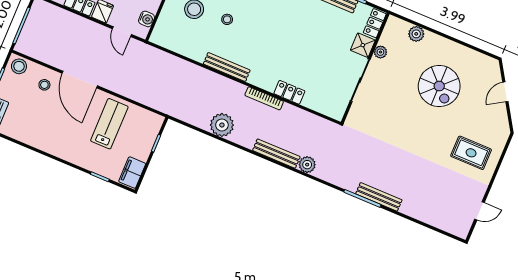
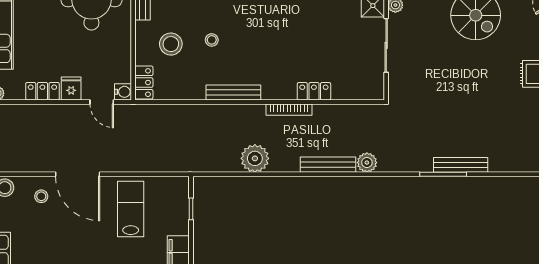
water cooler: (147, 19) -> (123, 92), moved
locker: (161, 30) -> (144, 83), added

